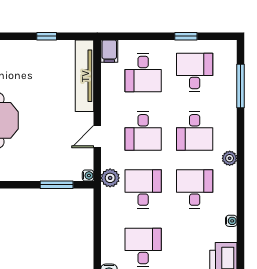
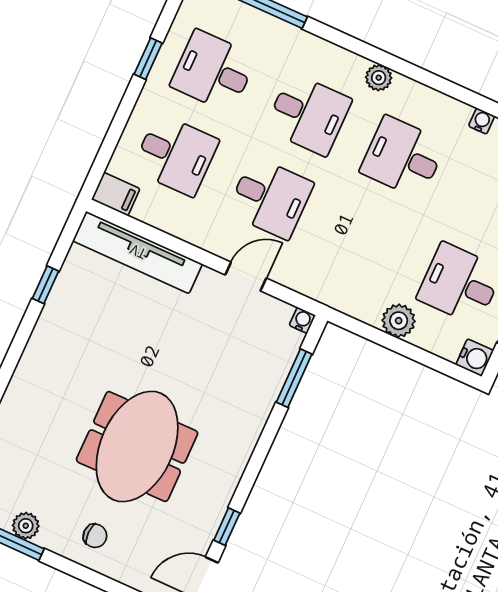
door: (97, 136) -> (246, 277), swing flipped
plant: (110, 178) -> (399, 321), moved
desk: (143, 189) -> (365, 241), removed

